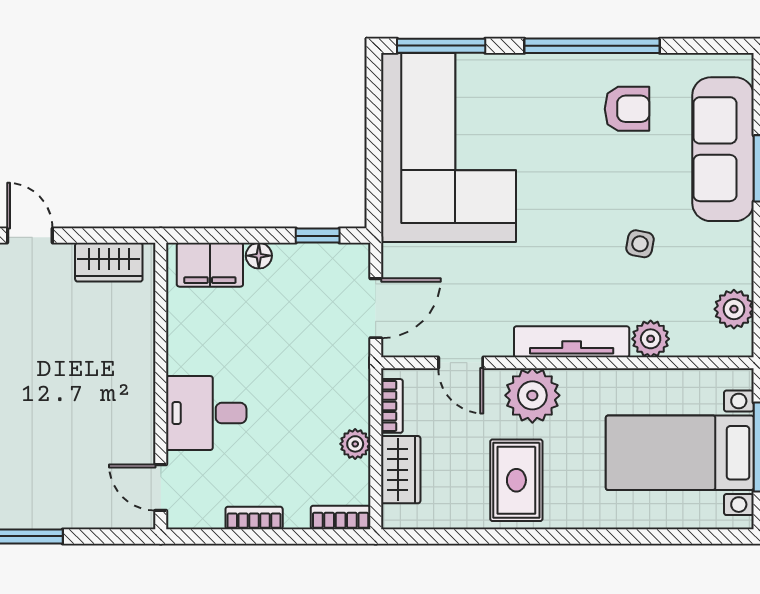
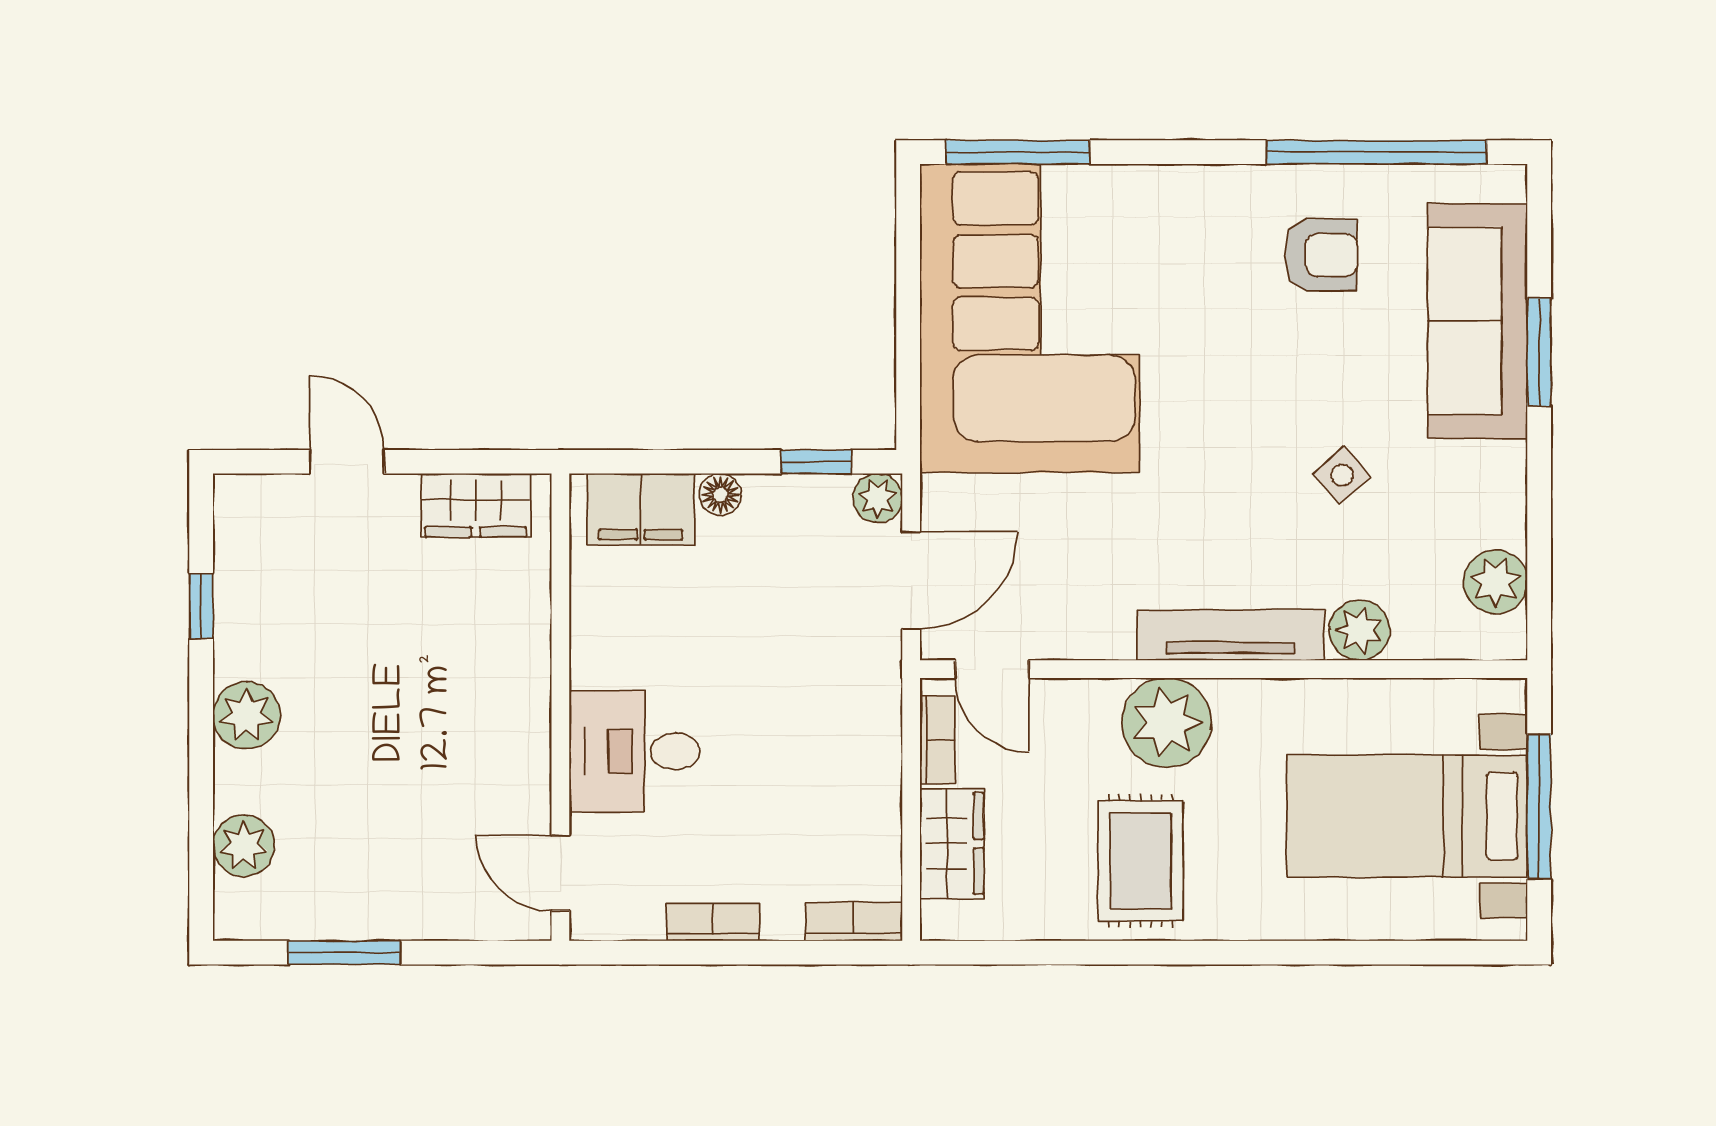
window: (592, 46) -> (1377, 152), moved
side table: (640, 244) -> (1342, 475), turned 38
door: (461, 363) -> (992, 669), moved
plant: (355, 444) -> (878, 498), moved

